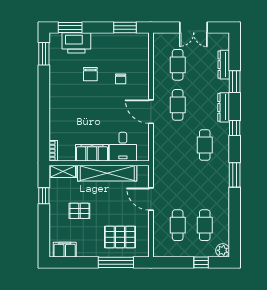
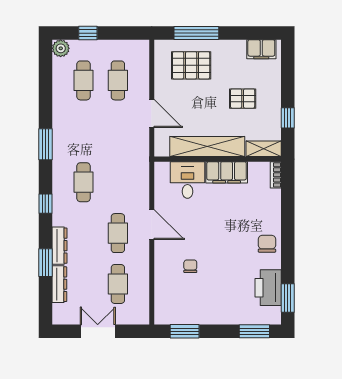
printer: (76, 43) -> (268, 288), moved, turned -90
chair: (90, 74) -> (267, 244), moved
dresser: (224, 107) -> (59, 246), moved

